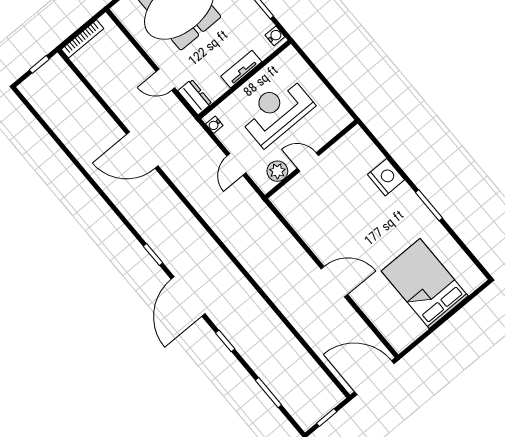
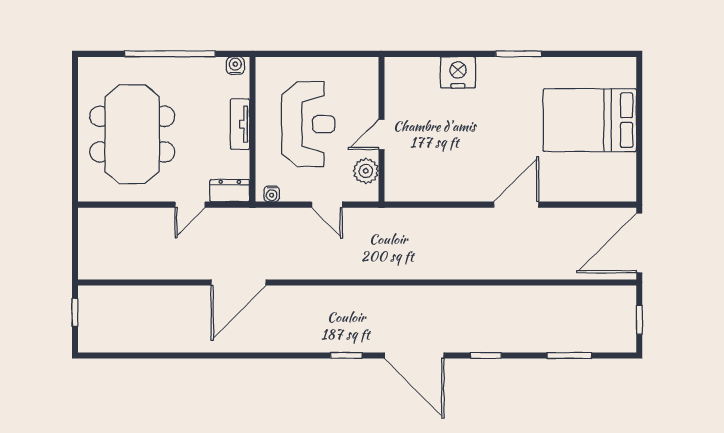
bookcase: (83, 39) -> (85, 251), removed
reception desk: (276, 111) -> (308, 124), turned 180

